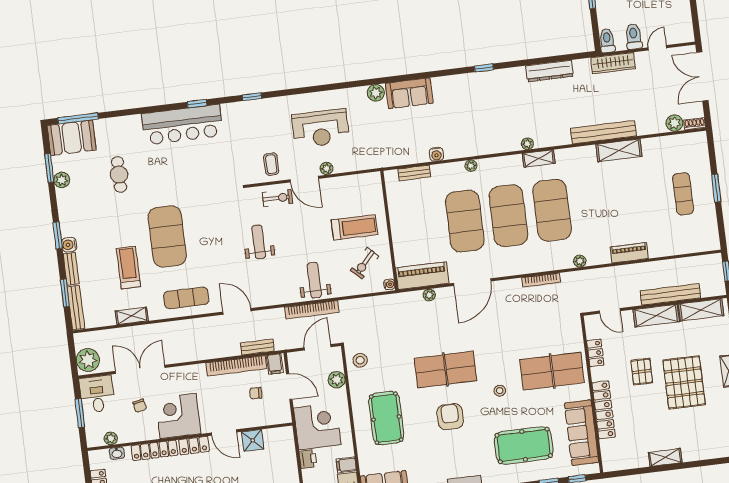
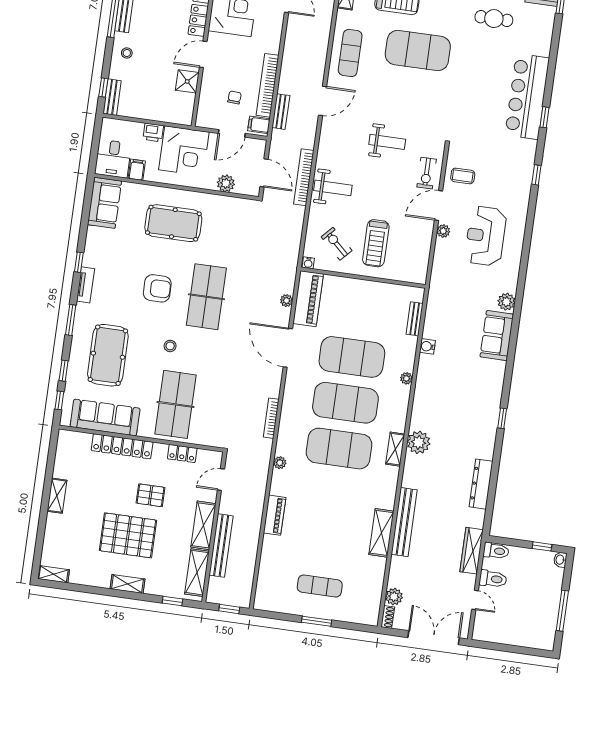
plant: (527, 144) -> (419, 442), width x1.88, depth x1.88
stool: (360, 360) -> (239, 213), removed

